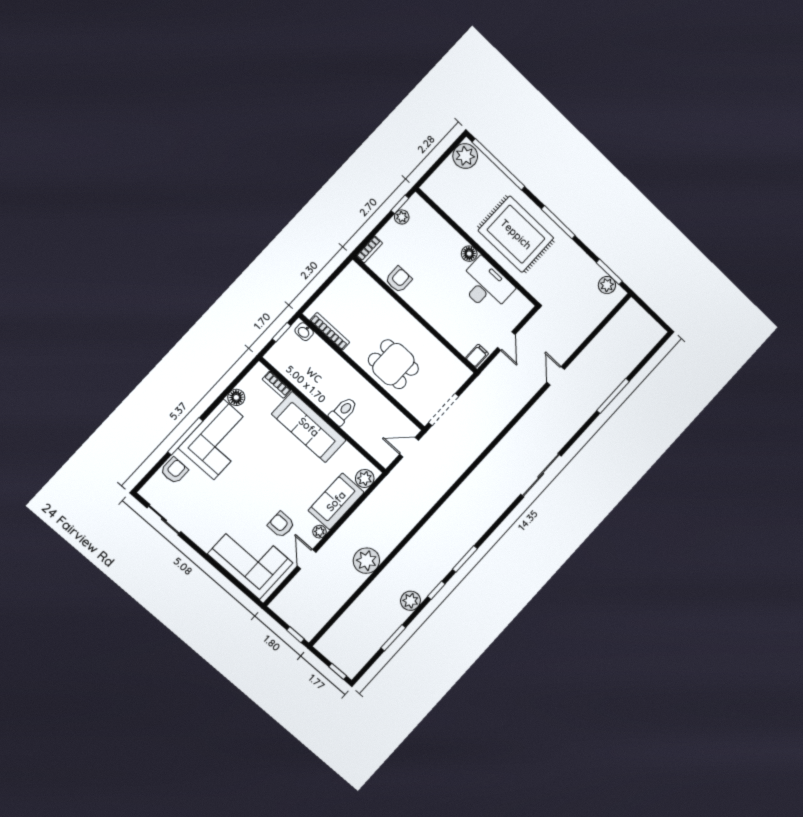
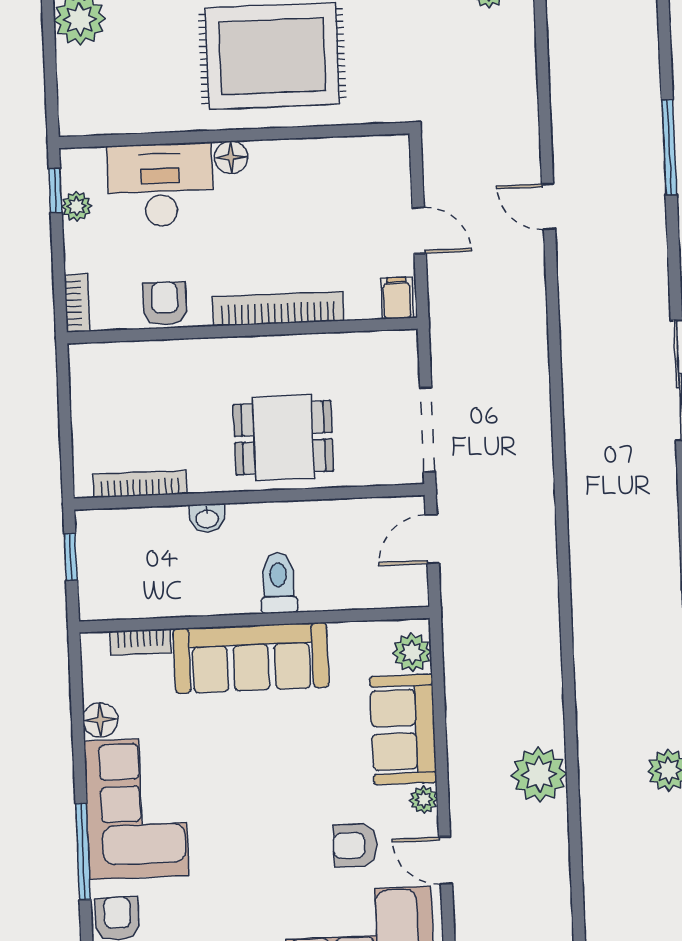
desk: (486, 285) -> (160, 185), moved
bookcase: (434, 320) -> (278, 309), added
washbasin: (304, 332) -> (207, 518), moved

